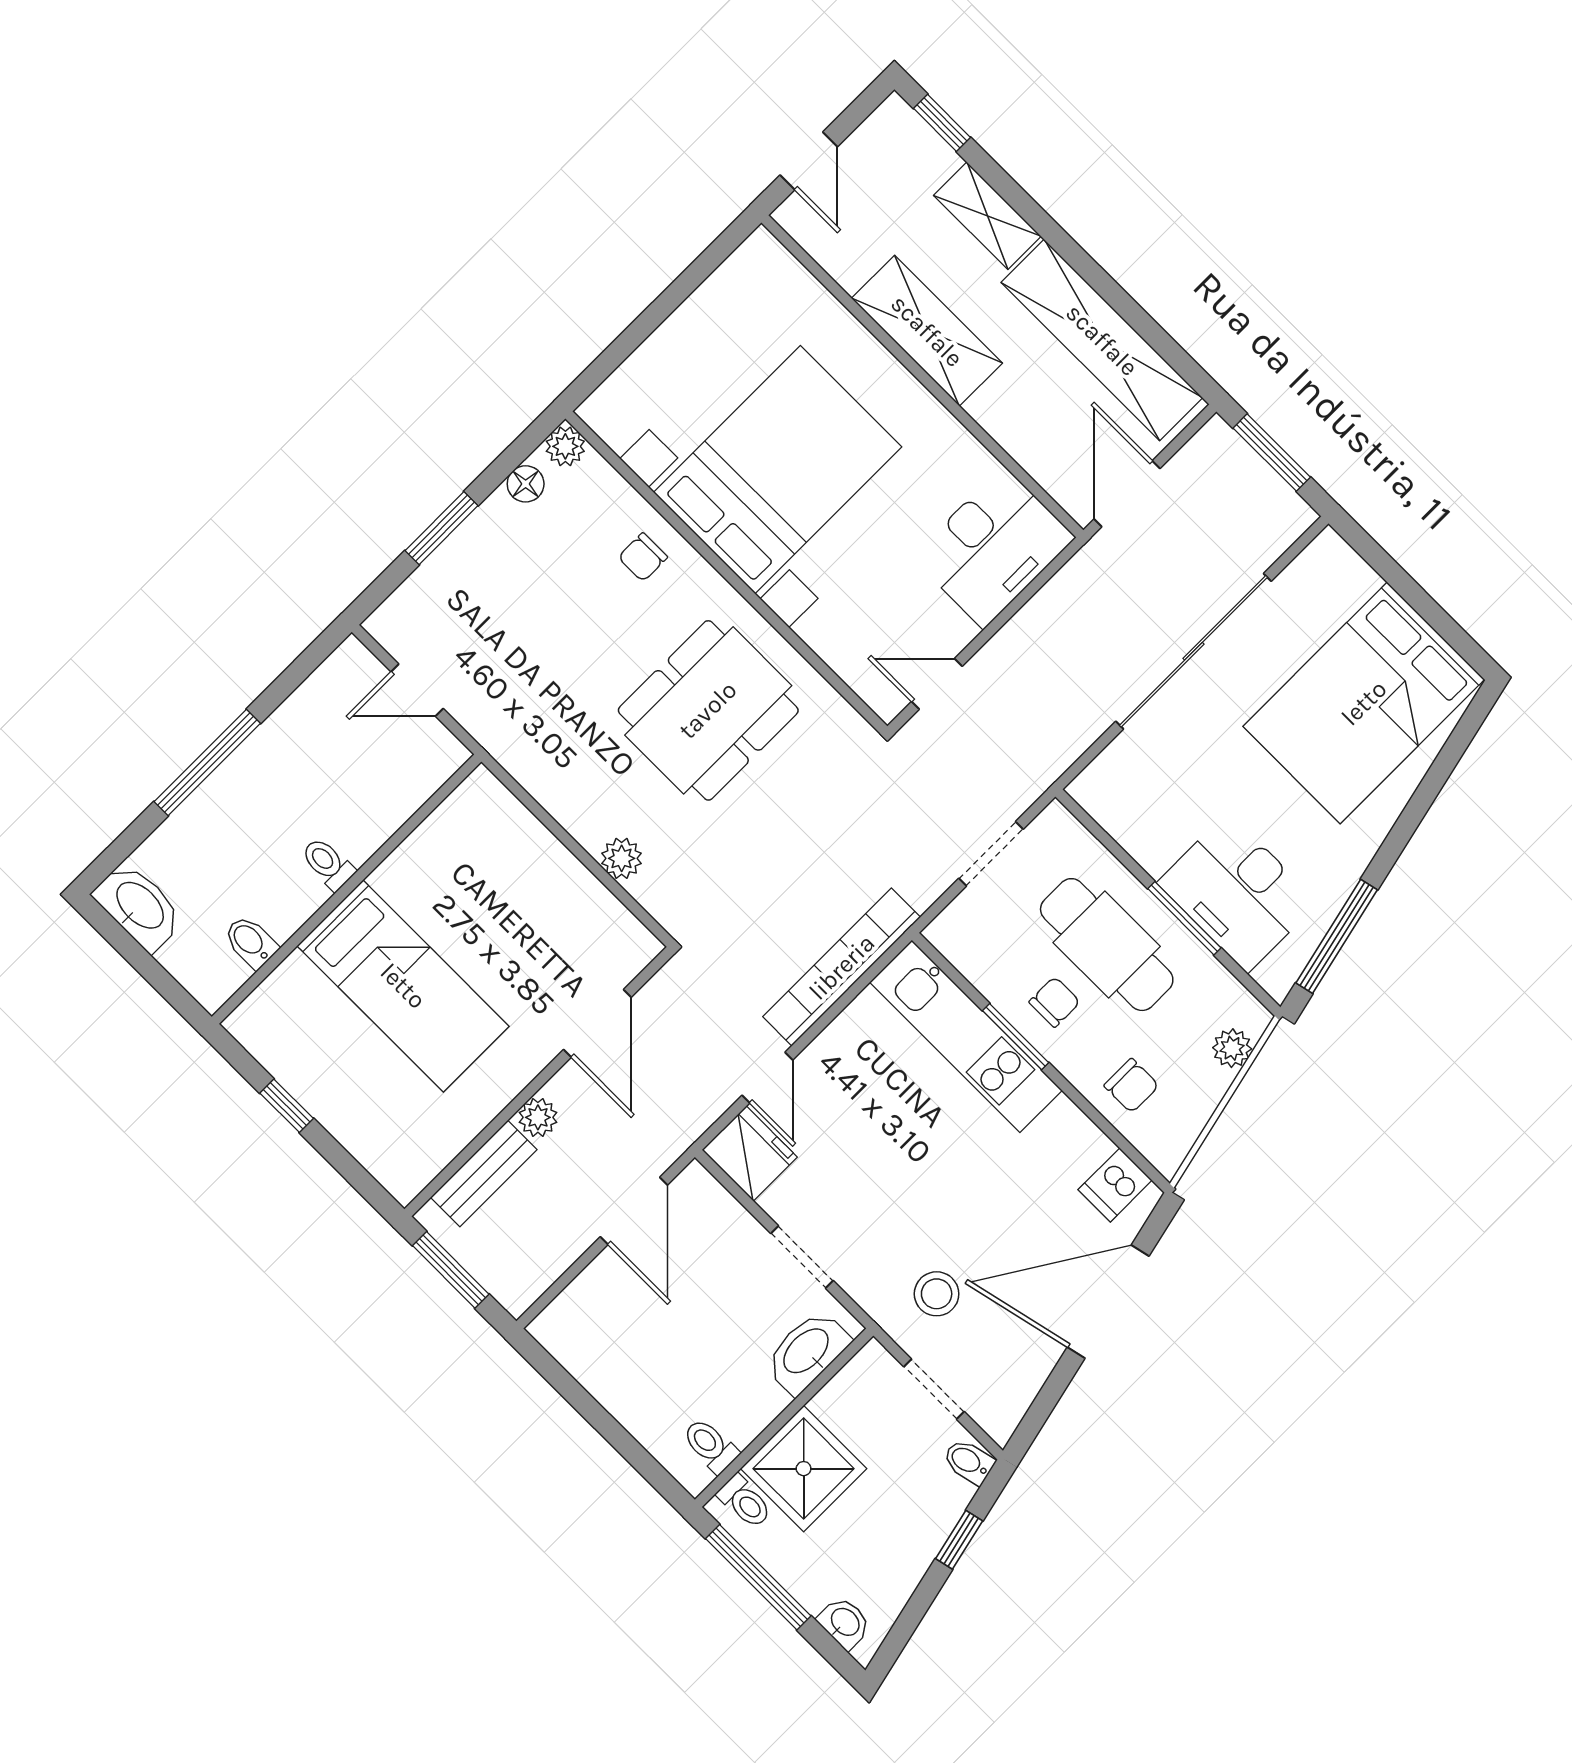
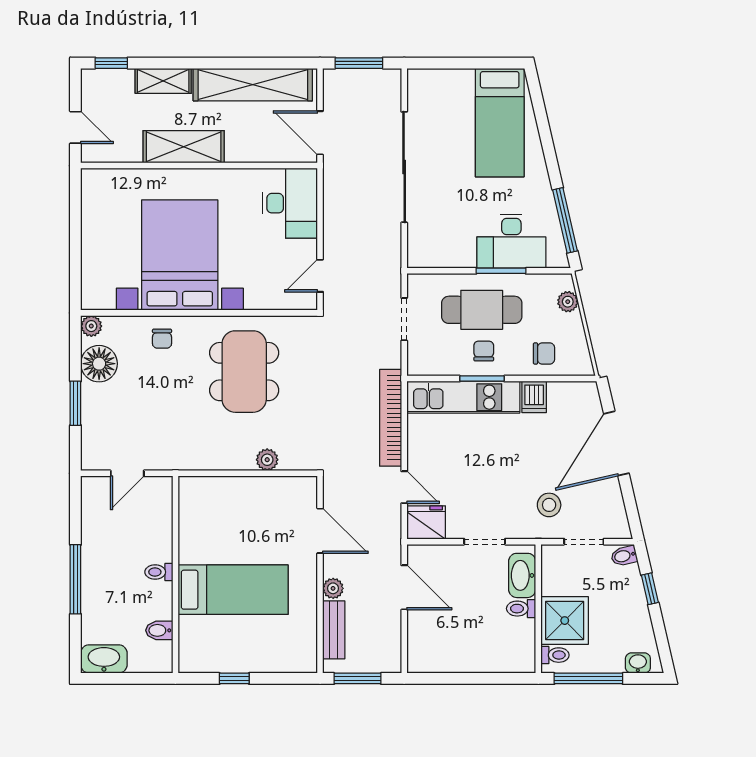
floor lamp: (526, 484) -> (99, 364), width x1.89, depth x1.89
bed: (1364, 703) -> (500, 123), width x0.67
dishwasher: (1115, 1185) -> (534, 397), moved
toilet: (710, 1446) -> (521, 609), moved

